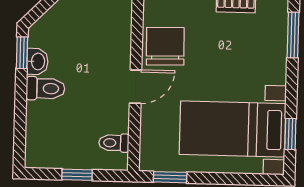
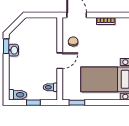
chair: (165, 46) -> (73, 41), width x0.54, depth x0.54
toilet: (45, 88) -> (18, 95), moved

